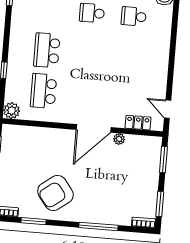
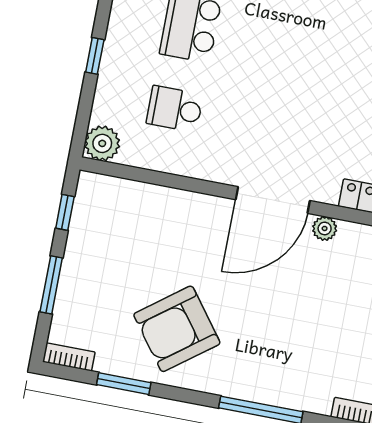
school desk: (44, 91) -> (175, 109), width x0.54

